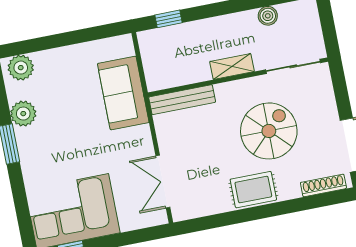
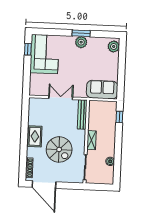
sofa: (123, 93) -> (102, 90), moved
plant: (23, 114) -> (81, 42), moved
double door: (163, 182) -> (61, 98), moved

